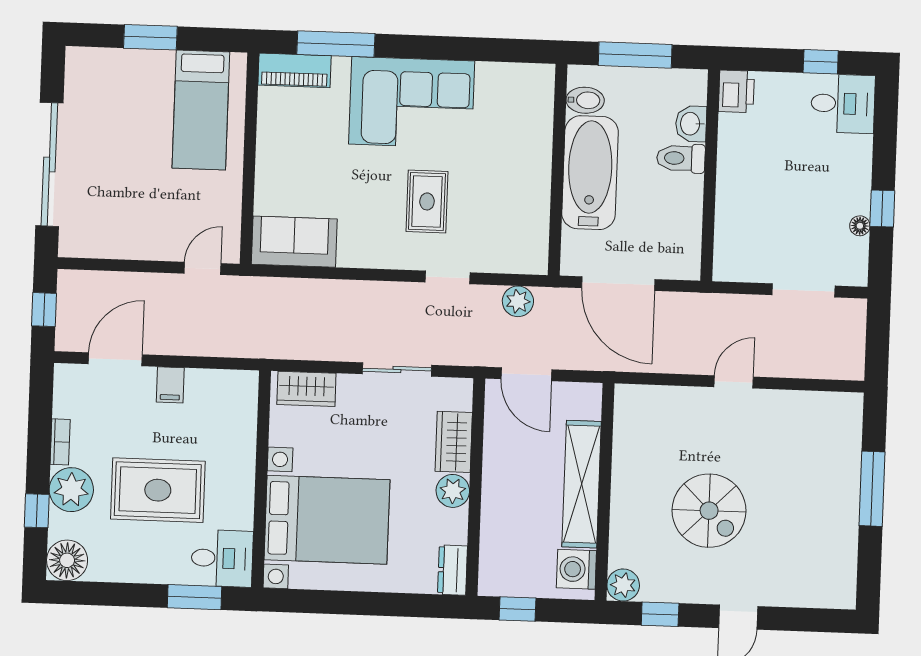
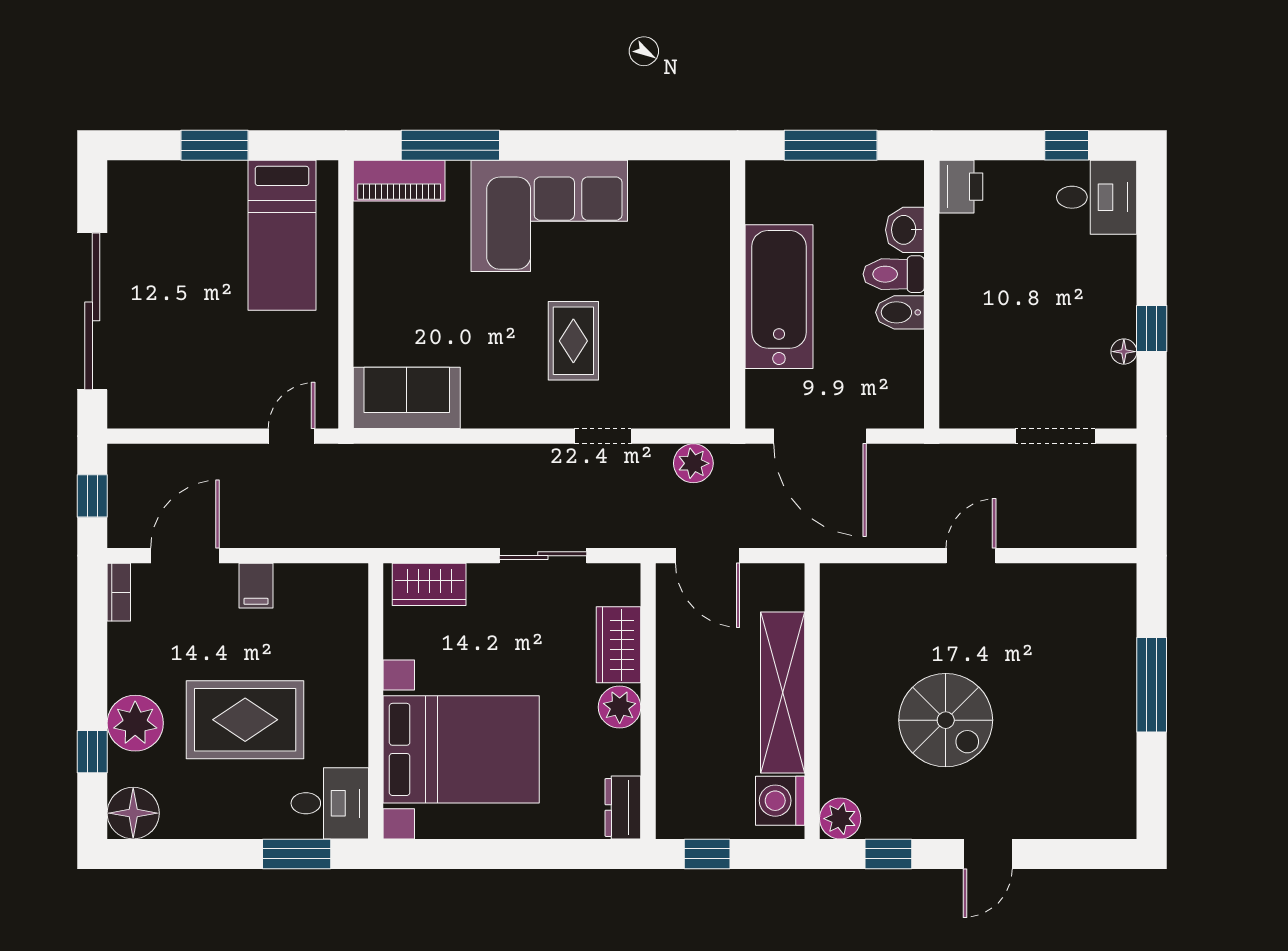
bidet: (585, 100) -> (900, 312), moved, turned 180
bookcase: (60, 442) -> (119, 592), moved

